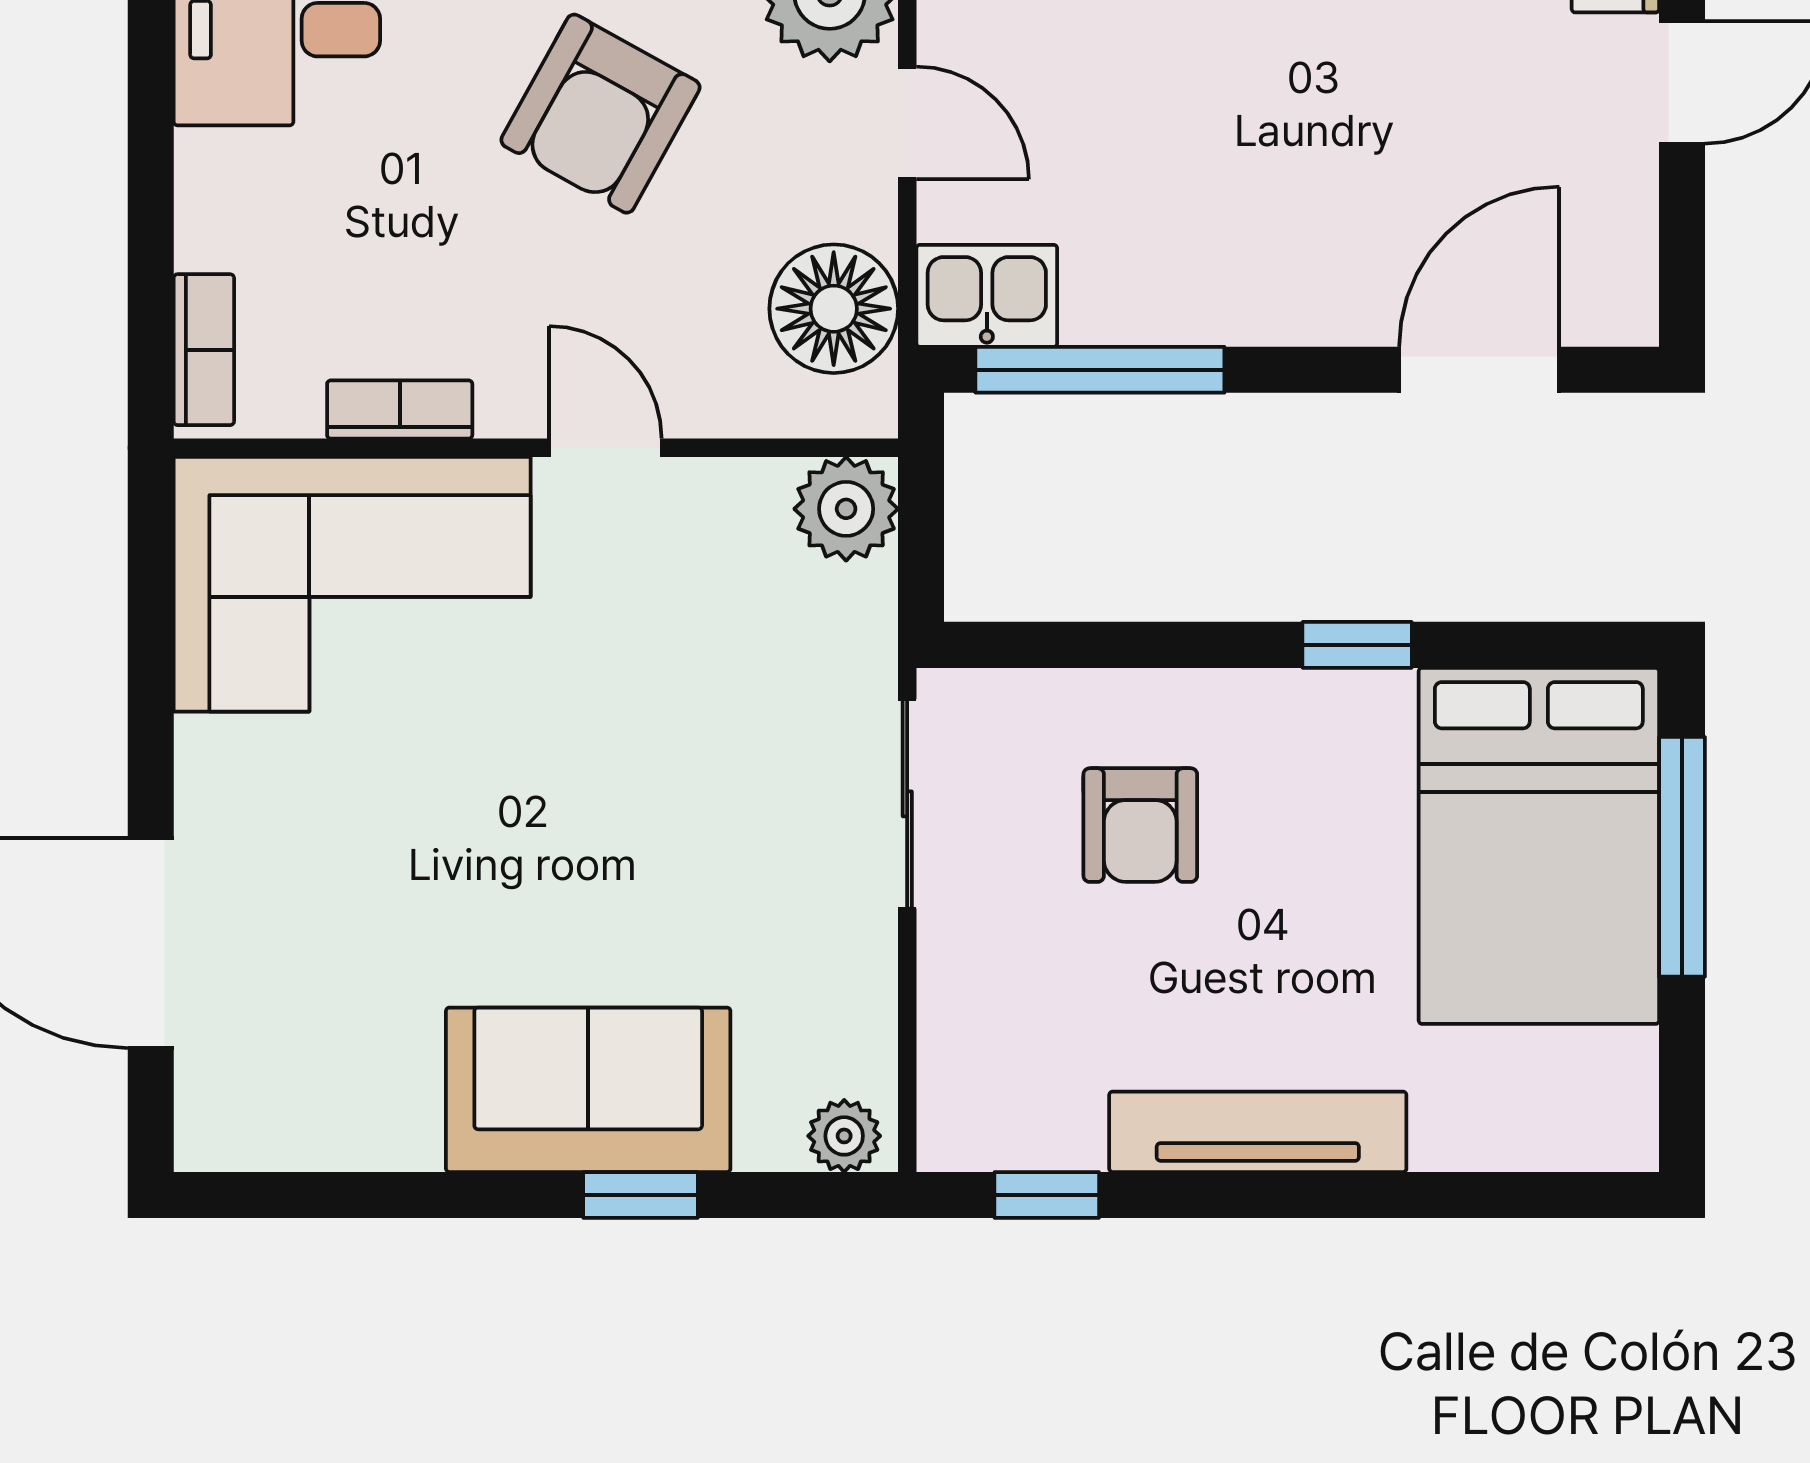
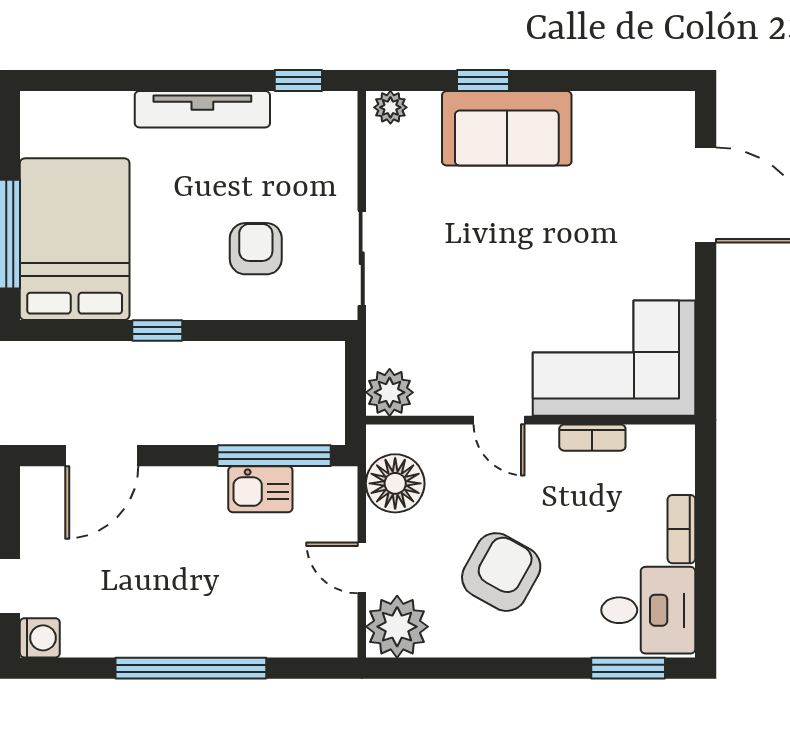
kitchen sink: (987, 296) -> (260, 489), moved
bookcase: (204, 350) -> (681, 529), moved

